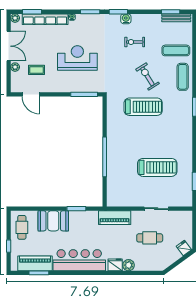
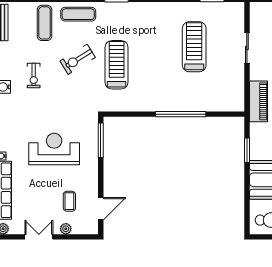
double door: (9, 46) -> (39, 237), width x0.73
reception desk: (77, 58) -> (54, 149), turned 90

